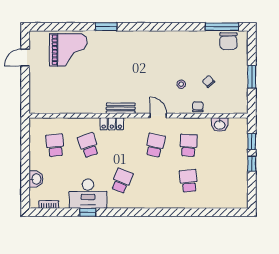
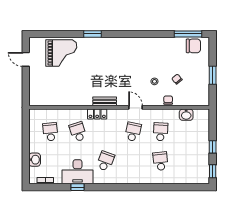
chair: (228, 41) -> (193, 46), turned -90
door: (25, 58) -> (26, 59), hinge flipped
window: (252, 142) -> (213, 171), moved

